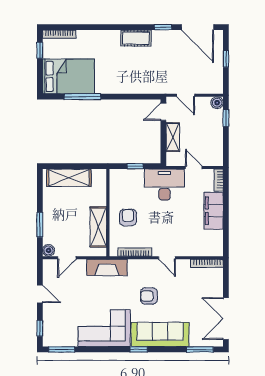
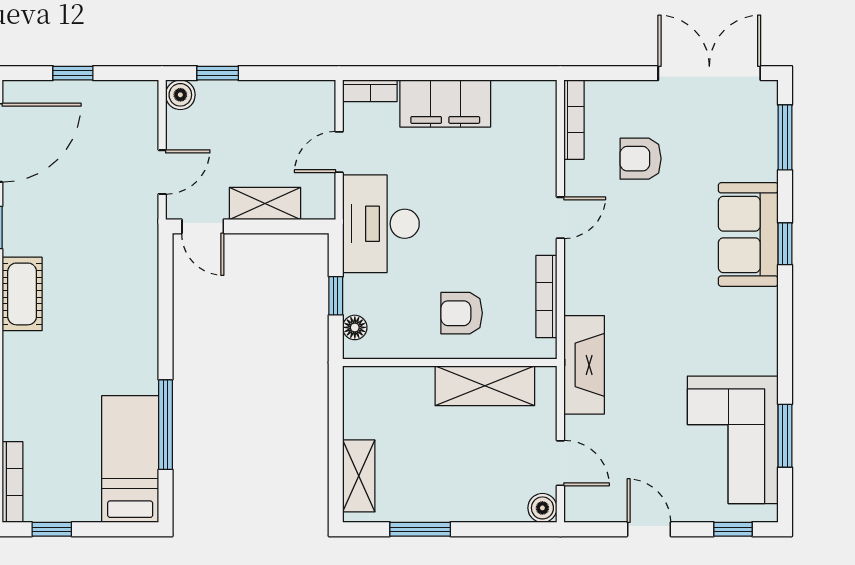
bed: (68, 76) -> (130, 459), width x0.67
floor lamp: (122, 174) -> (355, 327), added
shelving: (69, 178) -> (359, 476), width x0.67, depth x0.75
window: (40, 225) -> (420, 529), moved
door: (40, 294) -> (649, 529), hinge flipped
armchair: (149, 296) -> (641, 159), moved, turned 90
double door: (226, 319) -> (709, 73), swing flipped
corner sofa: (104, 328) -> (733, 440), moved
sofa: (160, 334) -> (748, 234), width x0.73
window: (62, 349) -> (785, 436), moved
window: (139, 349) -> (785, 244), moved

